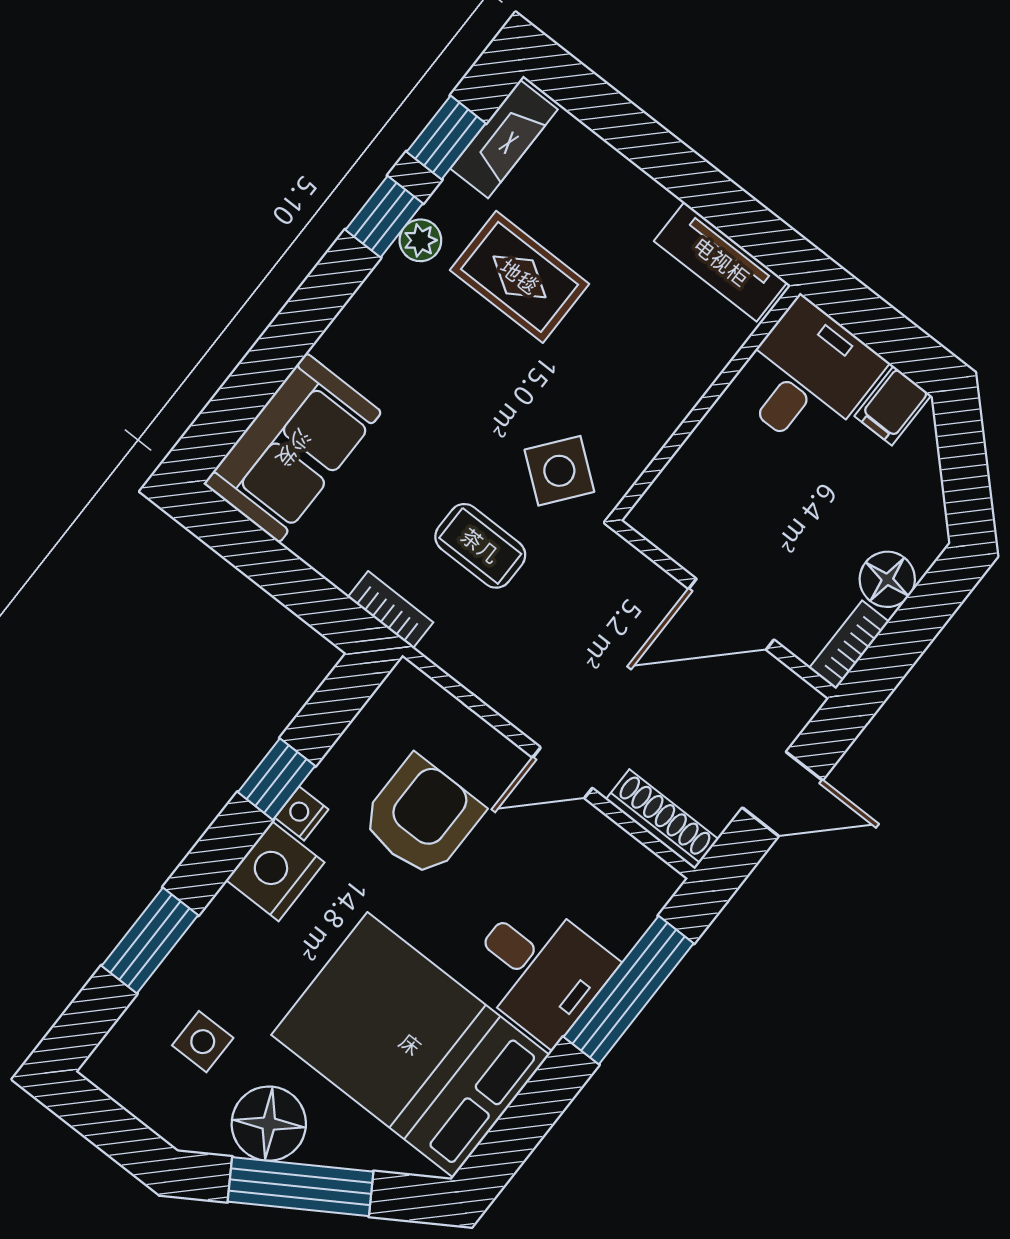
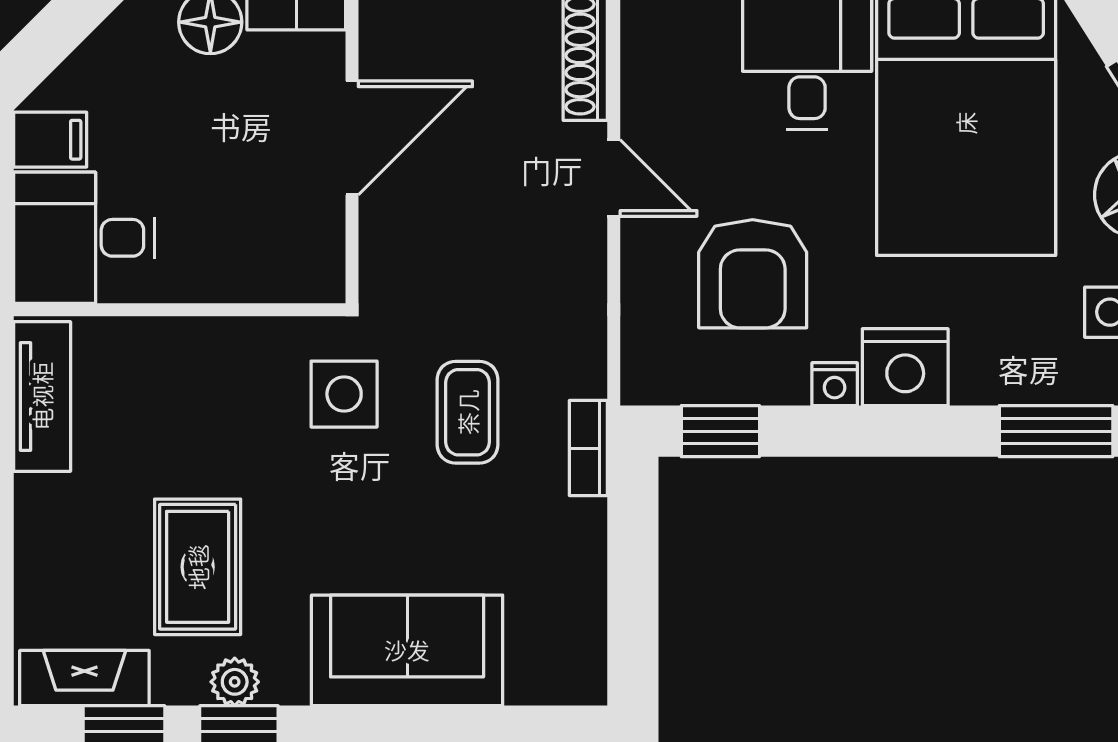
sofa: (293, 448) -> (407, 650), moved
side table: (559, 471) -> (344, 394), turned -38
door: (731, 614) -> (352, 138), hinge flipped
window: (276, 779) -> (720, 431), moved
armchair: (422, 817) -> (753, 274), turned -90

